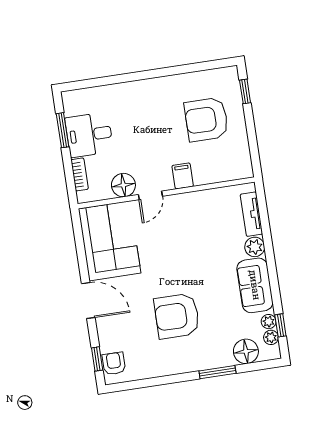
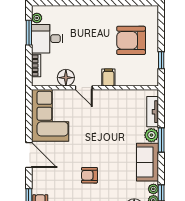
window: (245, 91) -> (161, 60), moved
plant: (70, 108) -> (37, 18), added
door: (150, 195) -> (84, 88), hinge flipped
window: (269, 252) -> (161, 140), added
armchair: (177, 316) -> (89, 175), width x0.53, depth x0.53

